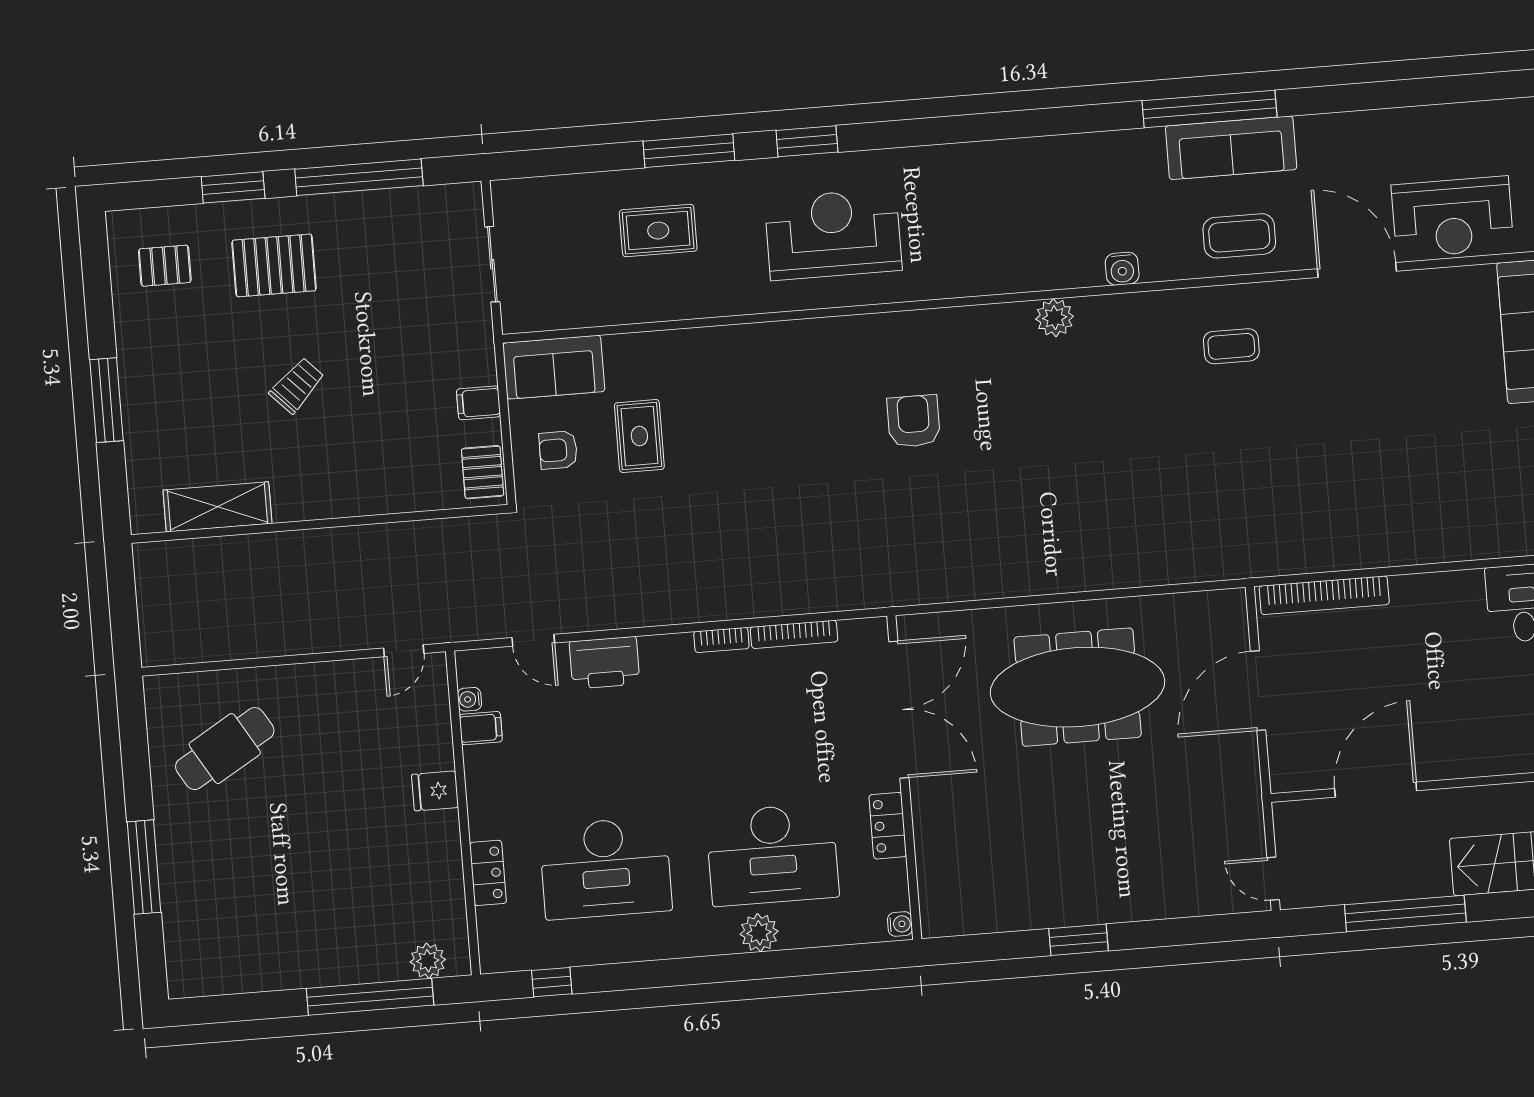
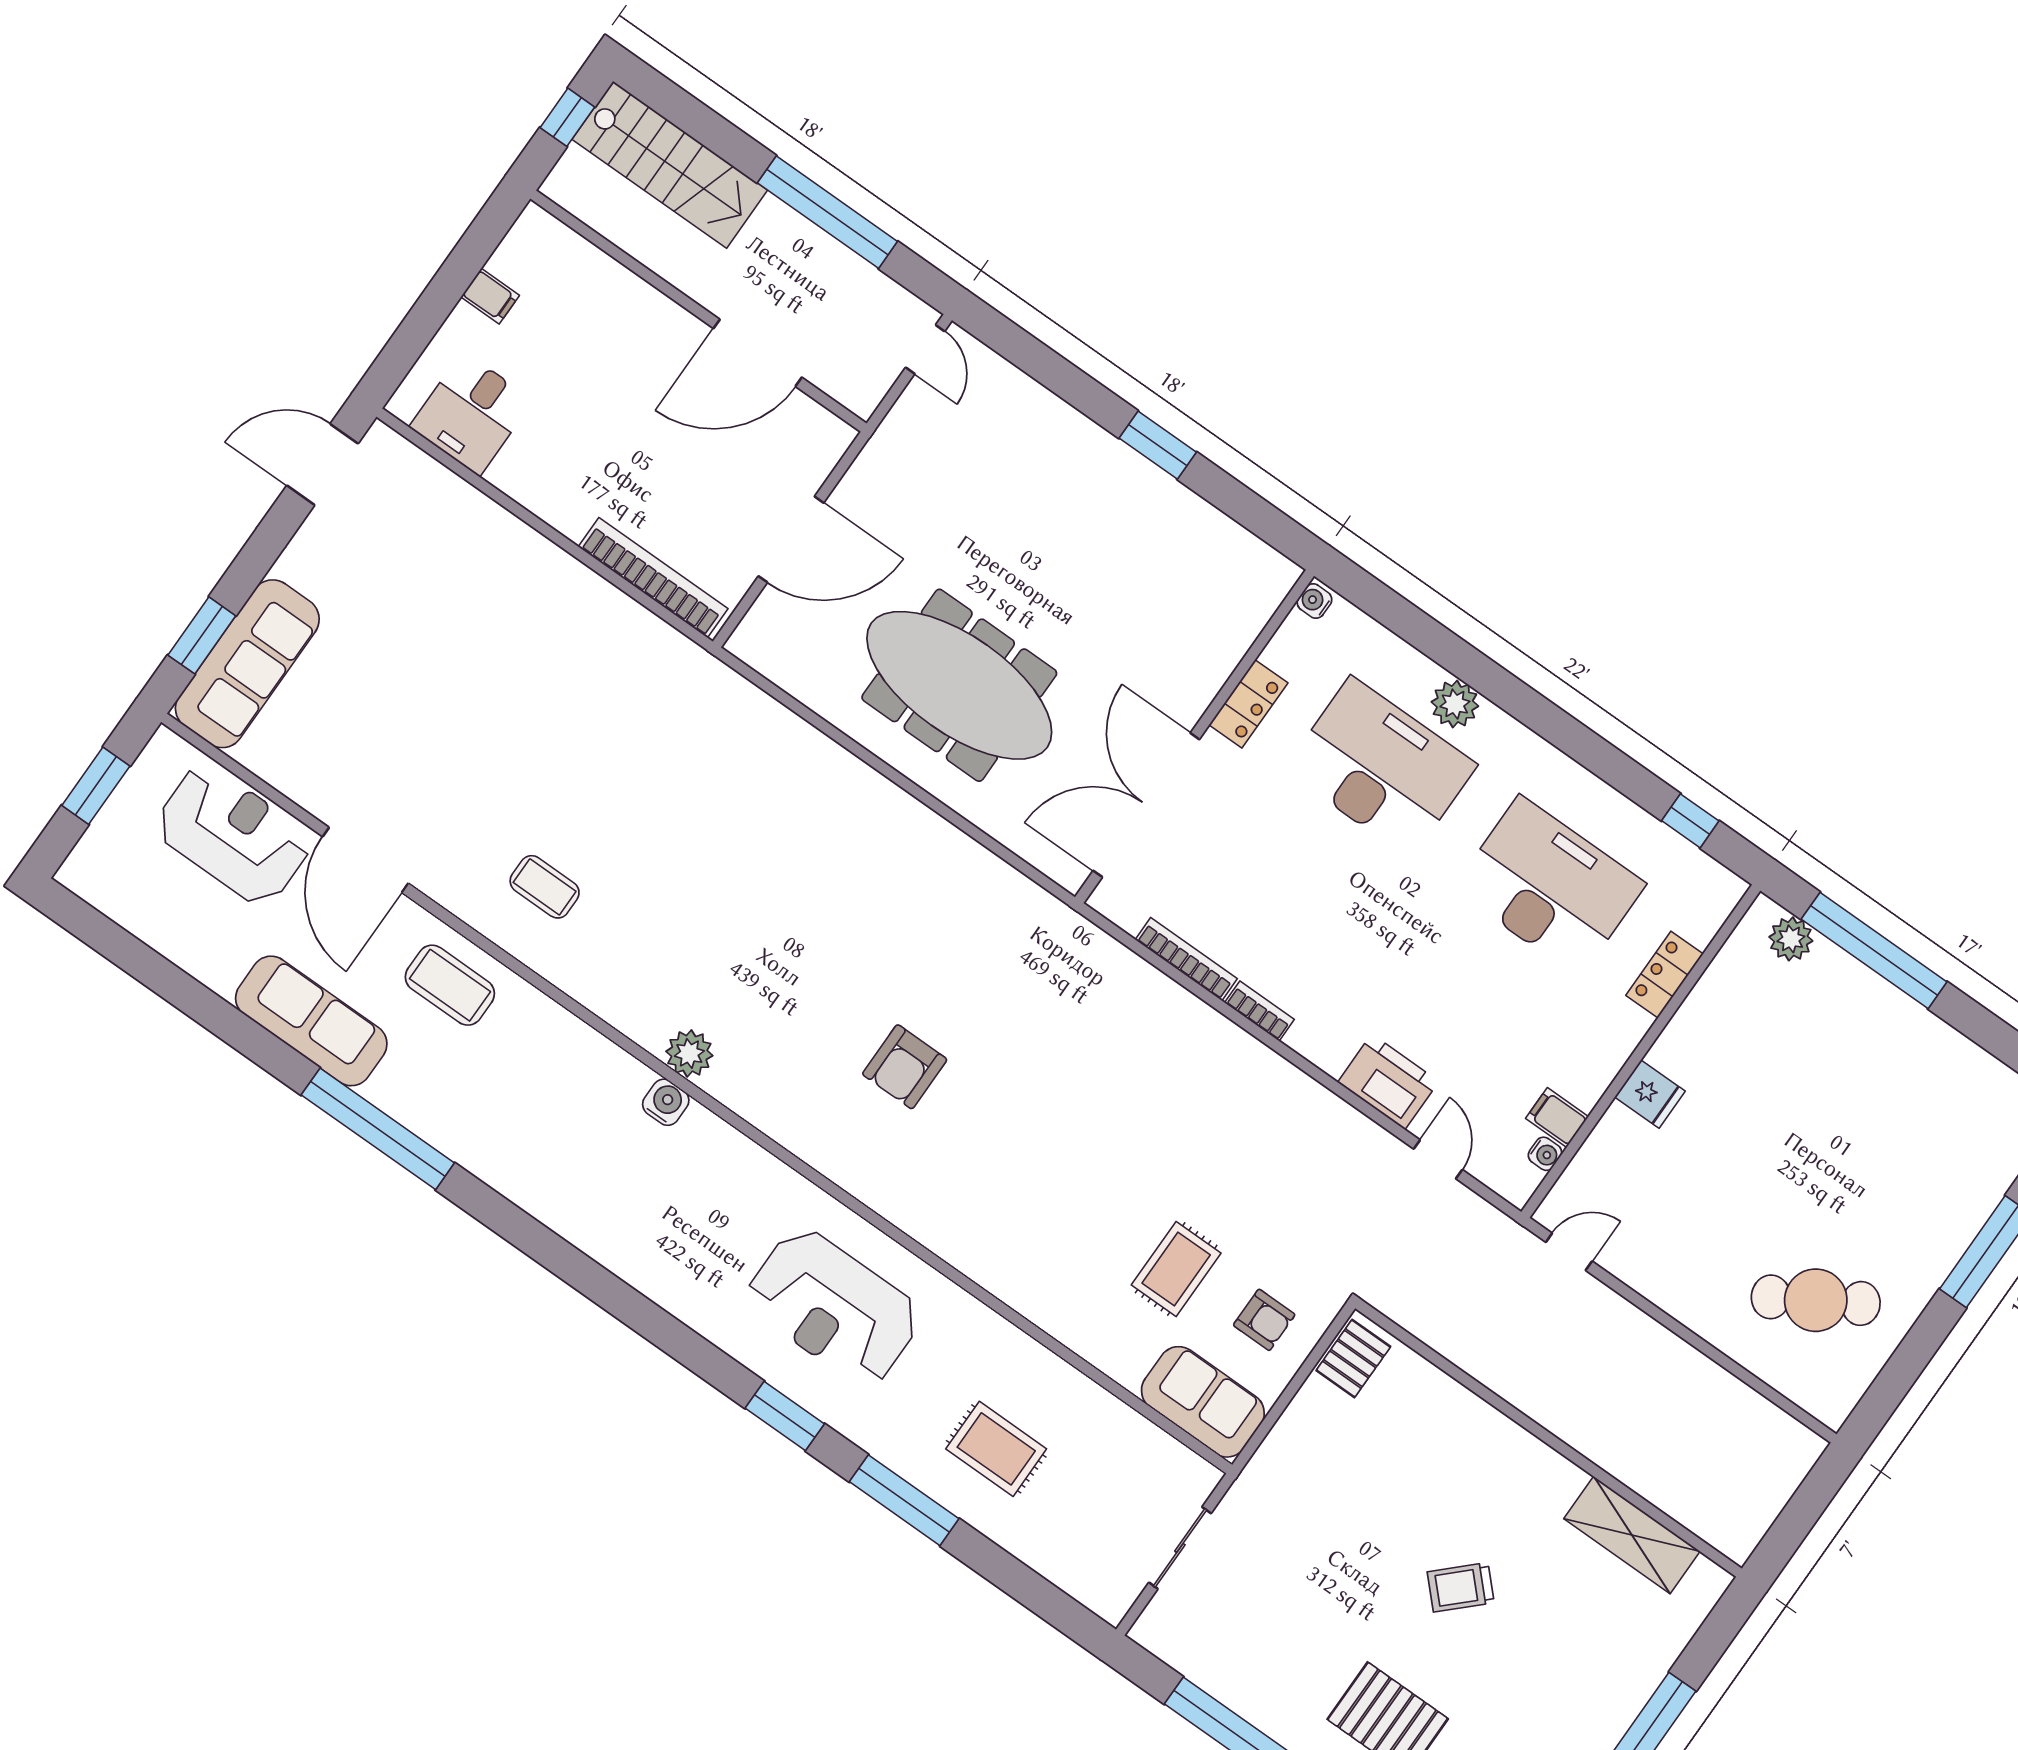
sofa: (1231, 148) -> (311, 1021), moved
water cooler: (1122, 269) -> (666, 1102), moved
filing cabinet: (478, 403) -> (1302, 1428), removed

